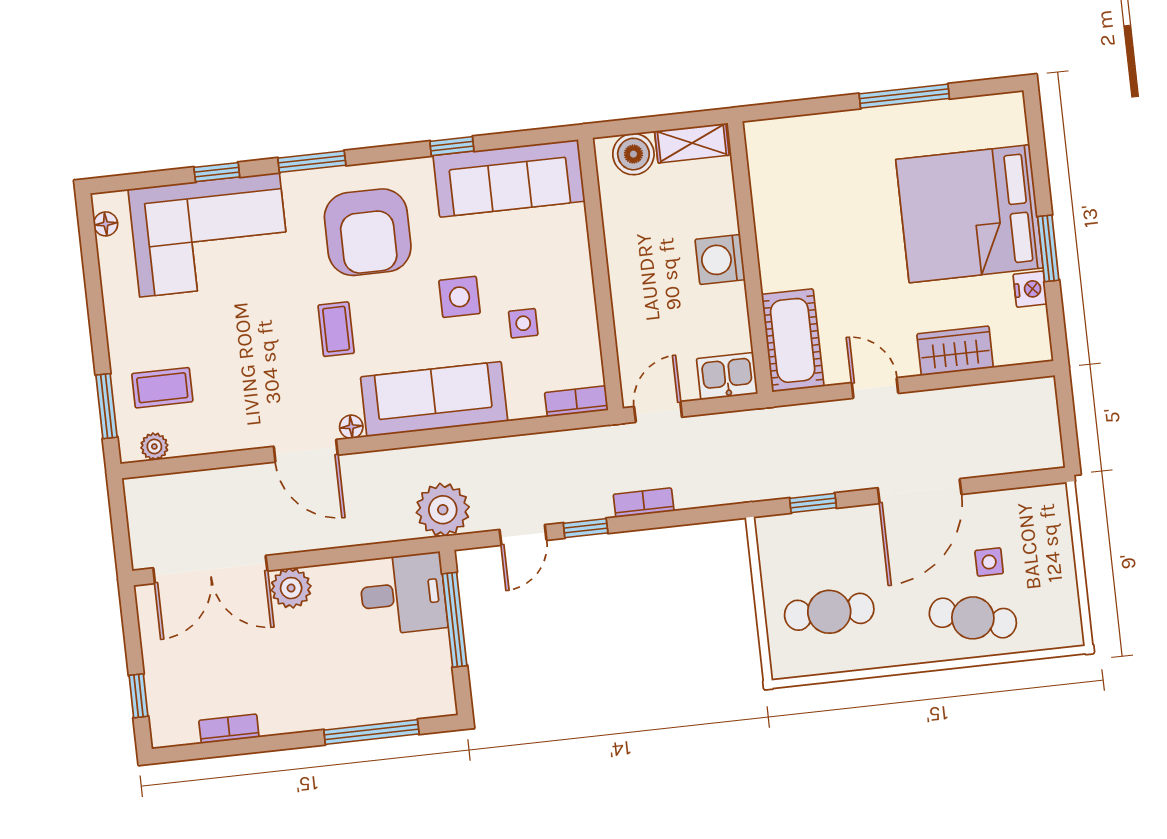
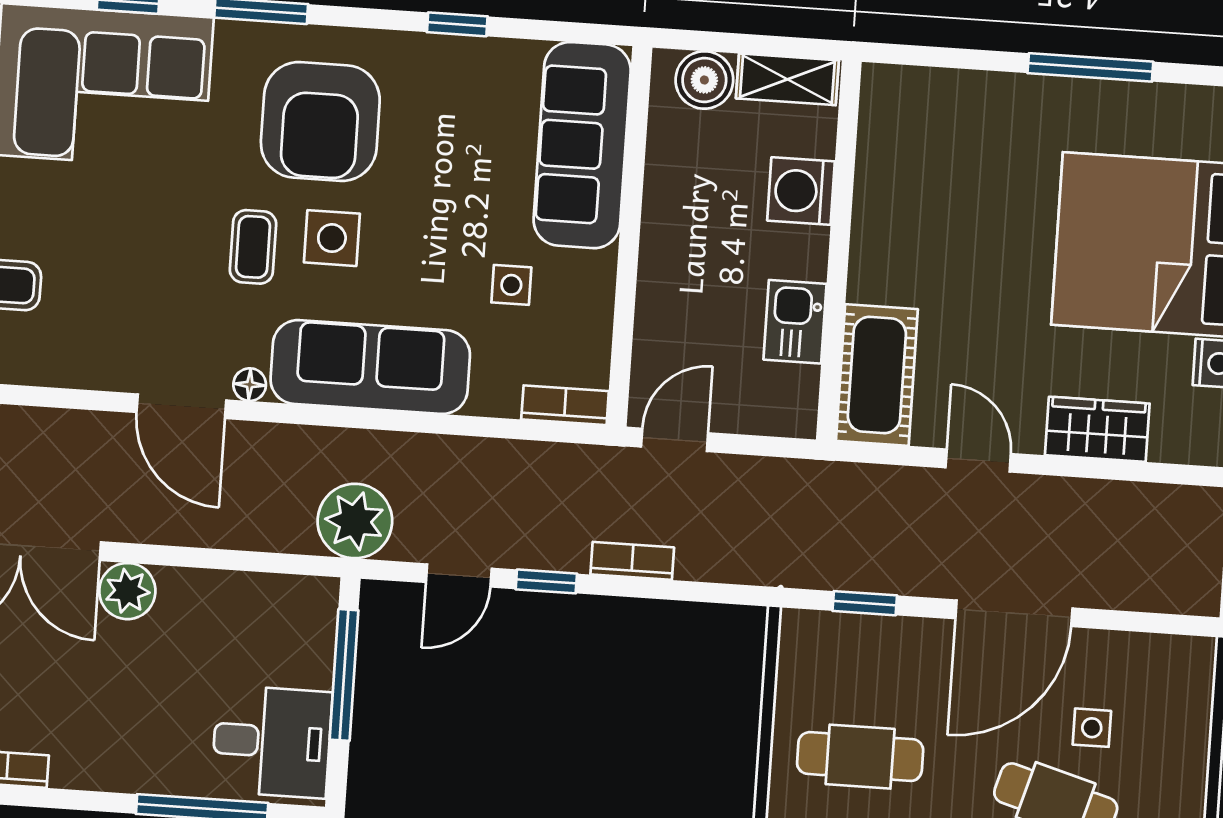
sofa: (509, 178) -> (582, 145), moved, turned 90
washing machine: (720, 259) -> (801, 191), moved
side table: (459, 297) -> (332, 238), moved
kitchen sink: (727, 376) -> (795, 322), moved, turned -90
desk: (403, 594) -> (272, 742), moved

